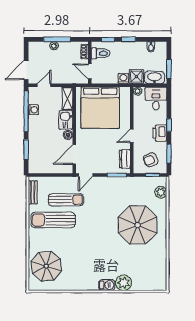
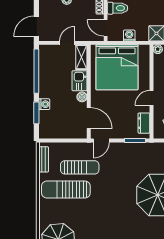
washing machine: (123, 79) -> (129, 36), moved
door: (44, 85) -> (67, 43), moved
washing machine: (33, 110) -> (44, 104), moved
door: (74, 154) -> (89, 118), swing flipped

